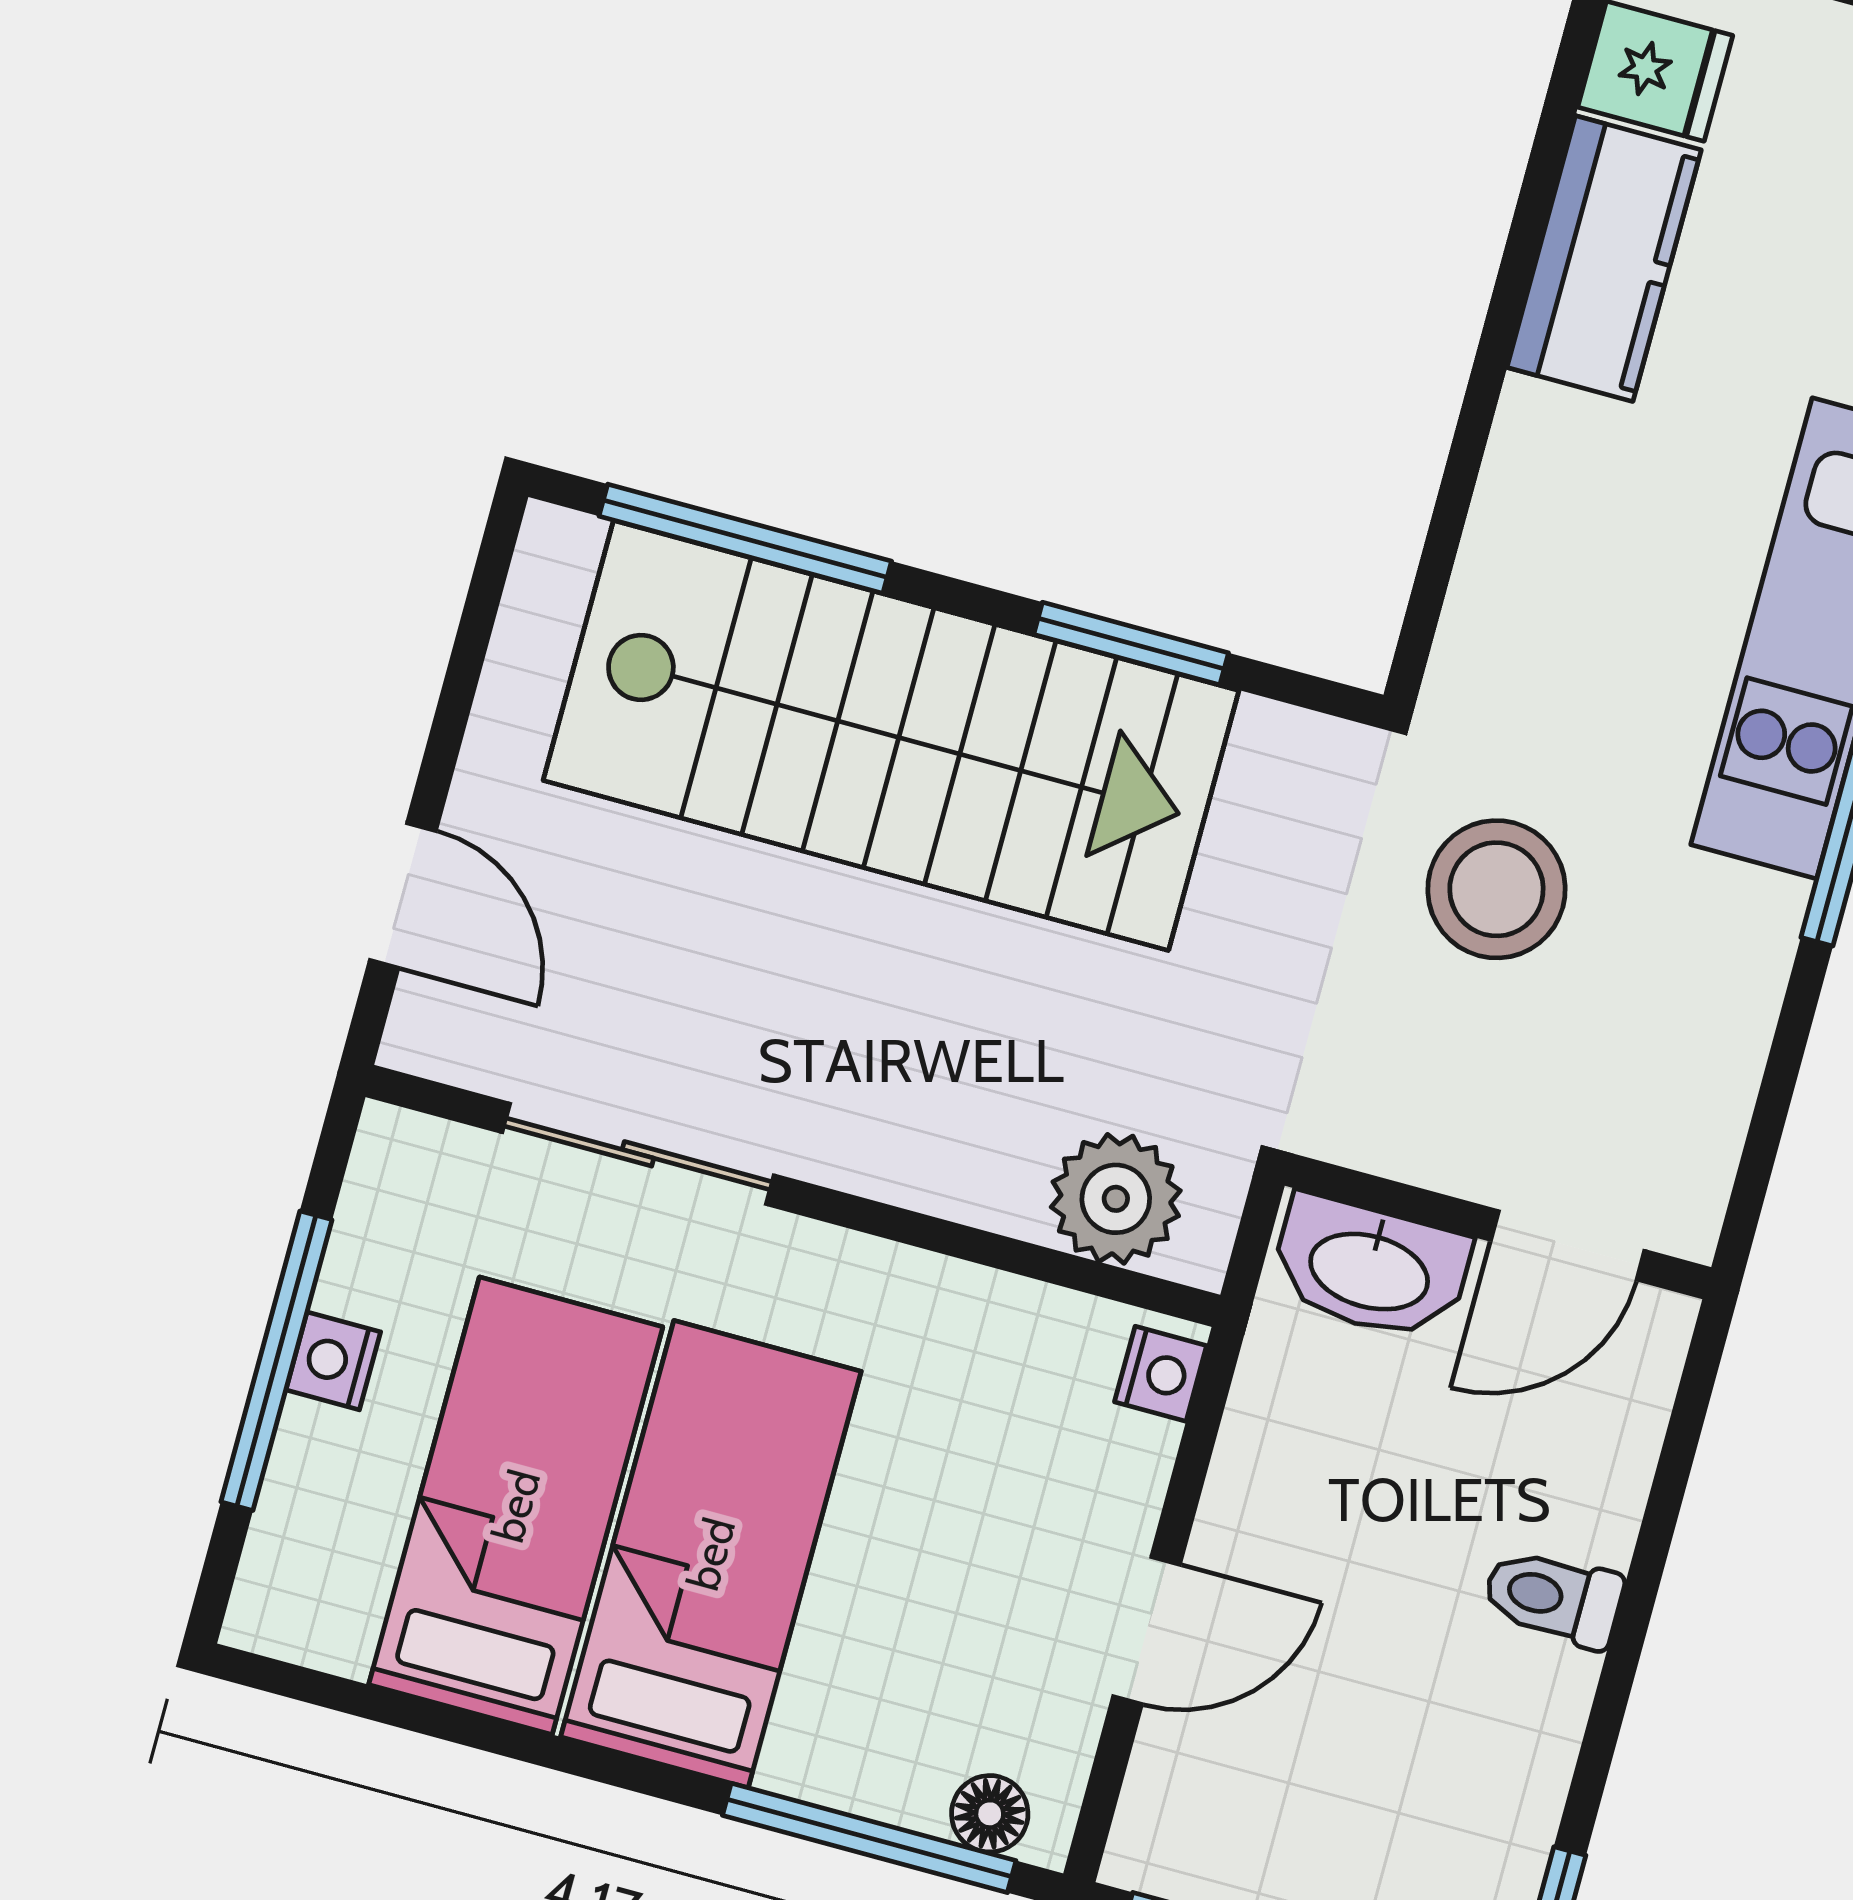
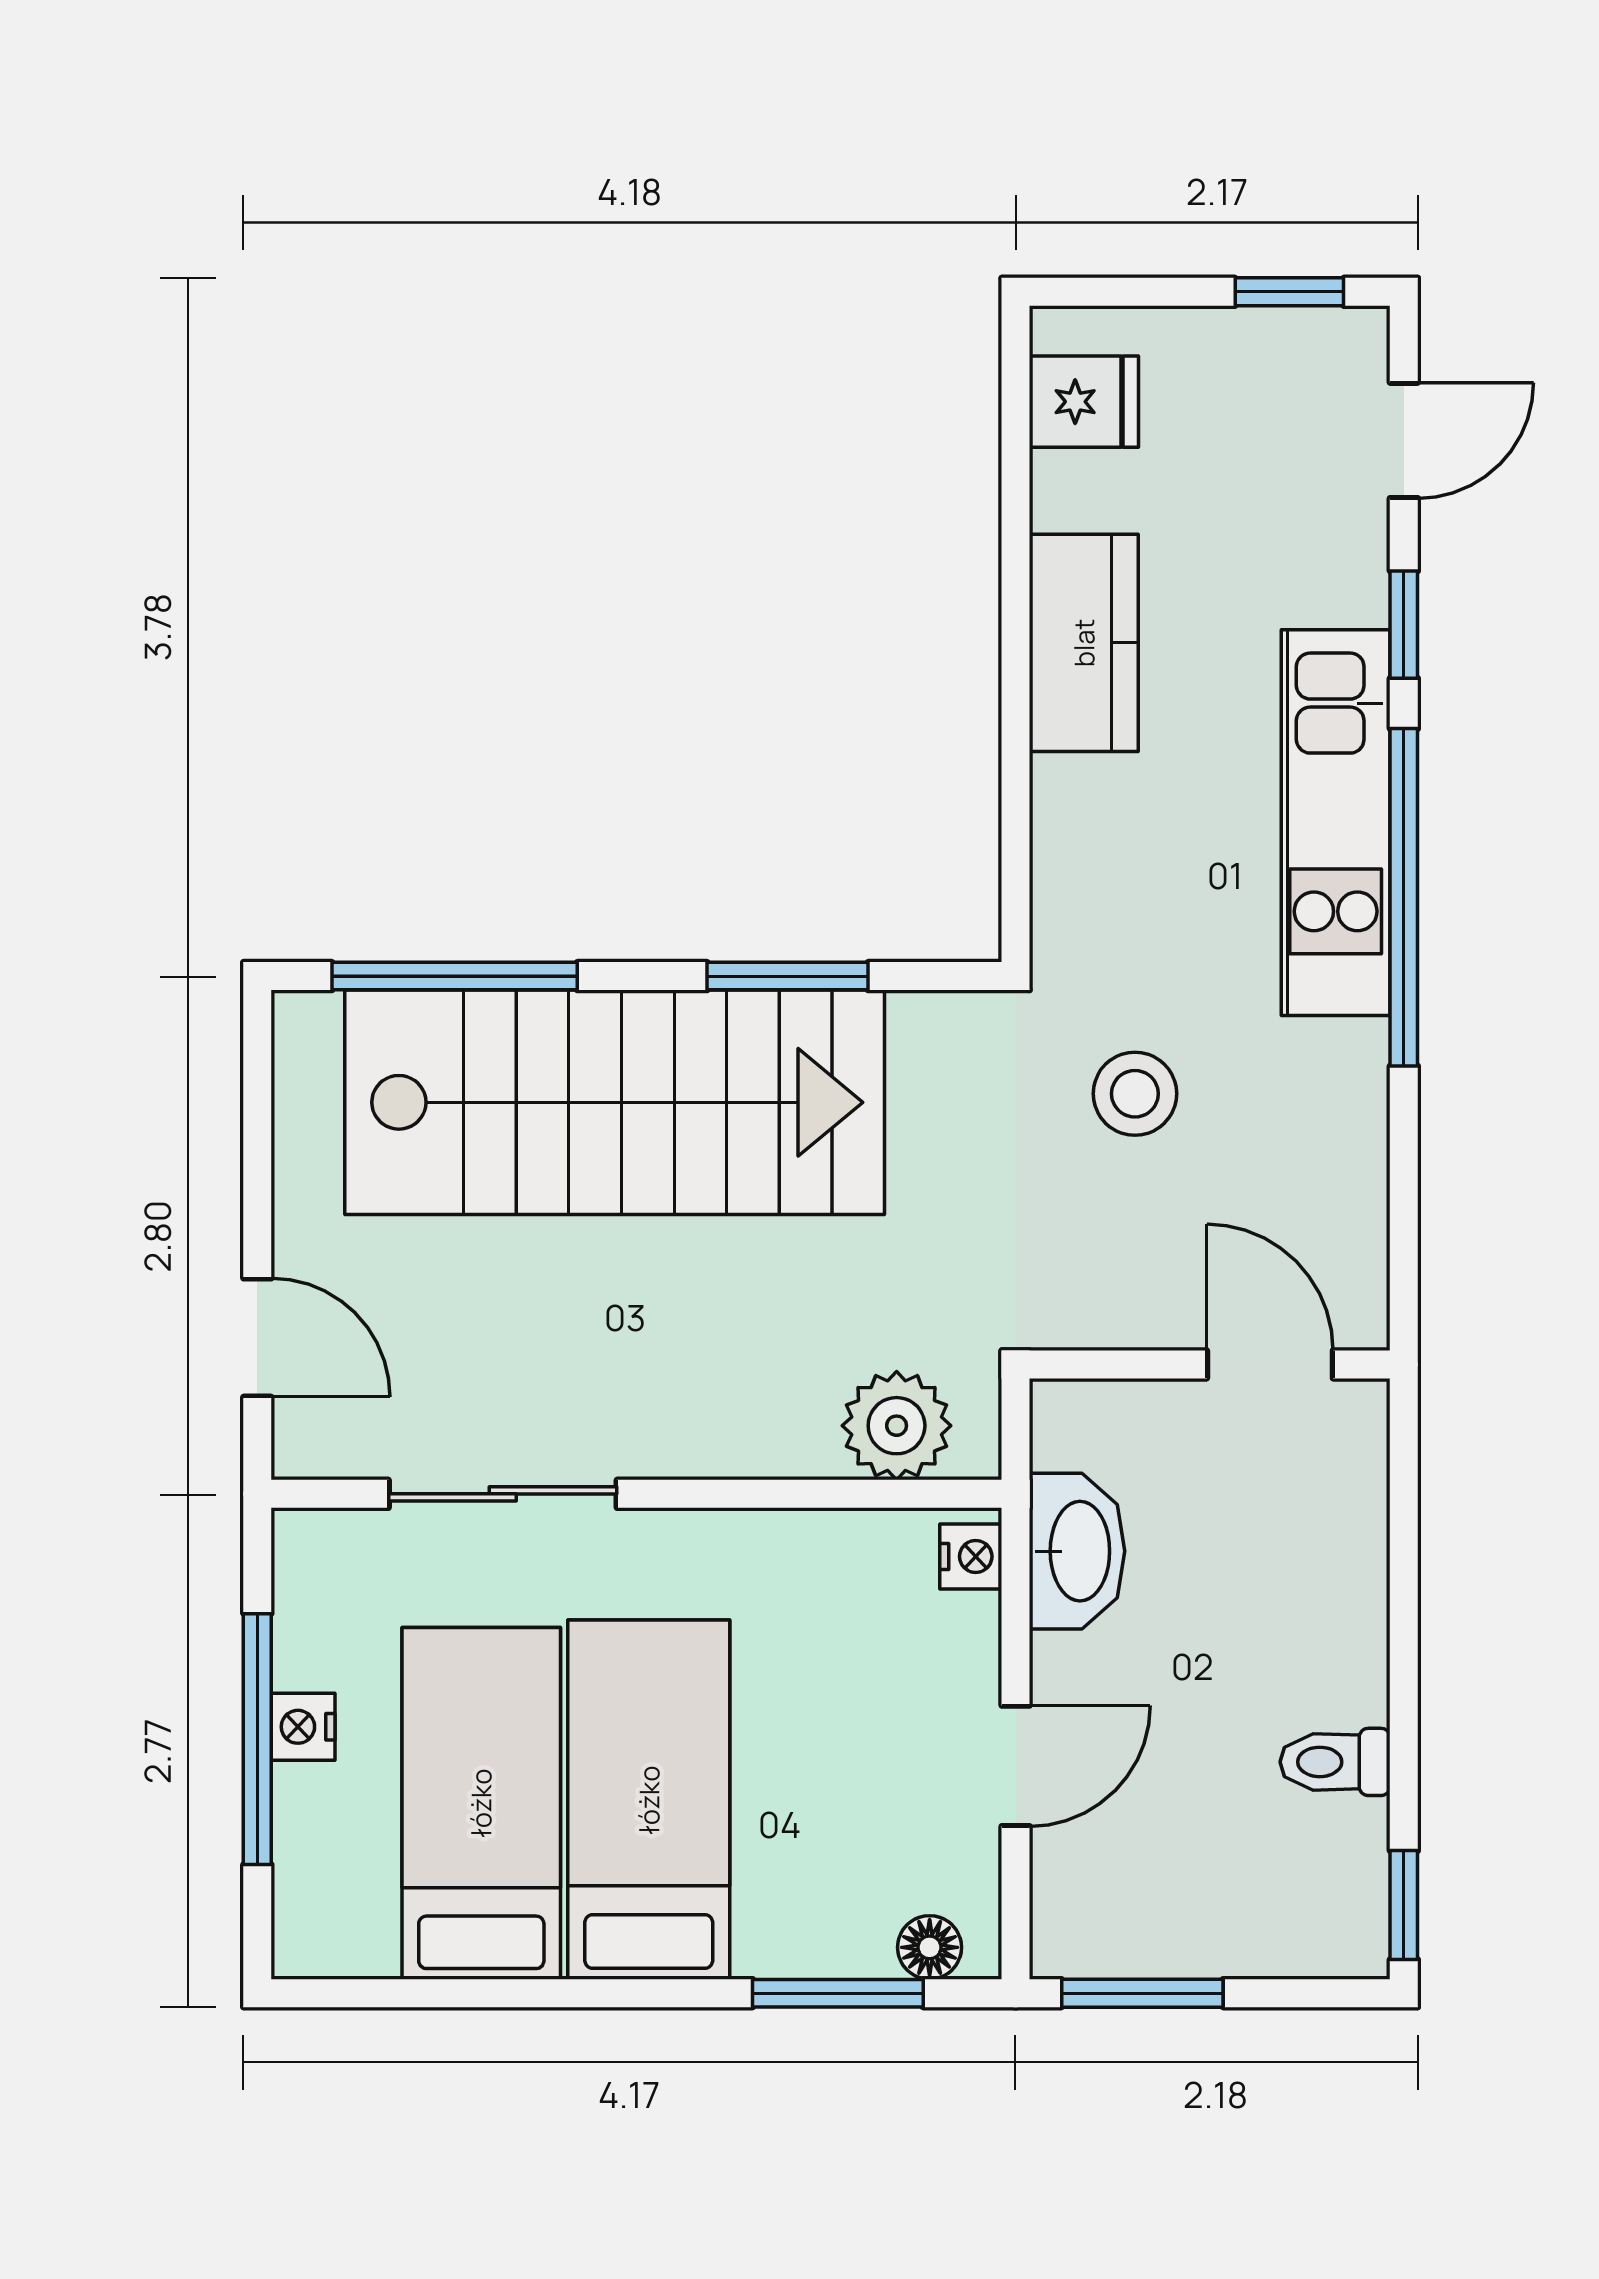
kitchen counter: (1604, 259) -> (1084, 643), moved
stool: (1496, 889) -> (1135, 1094), width x0.73, depth x0.73
door: (1568, 1245) -> (1270, 1364), swing flipped
washbasin: (1370, 1268) -> (1077, 1551), moved, turned -90
toilet: (1553, 1598) -> (1335, 1762), moved
window: (869, 1838) -> (838, 1993), width x0.69

